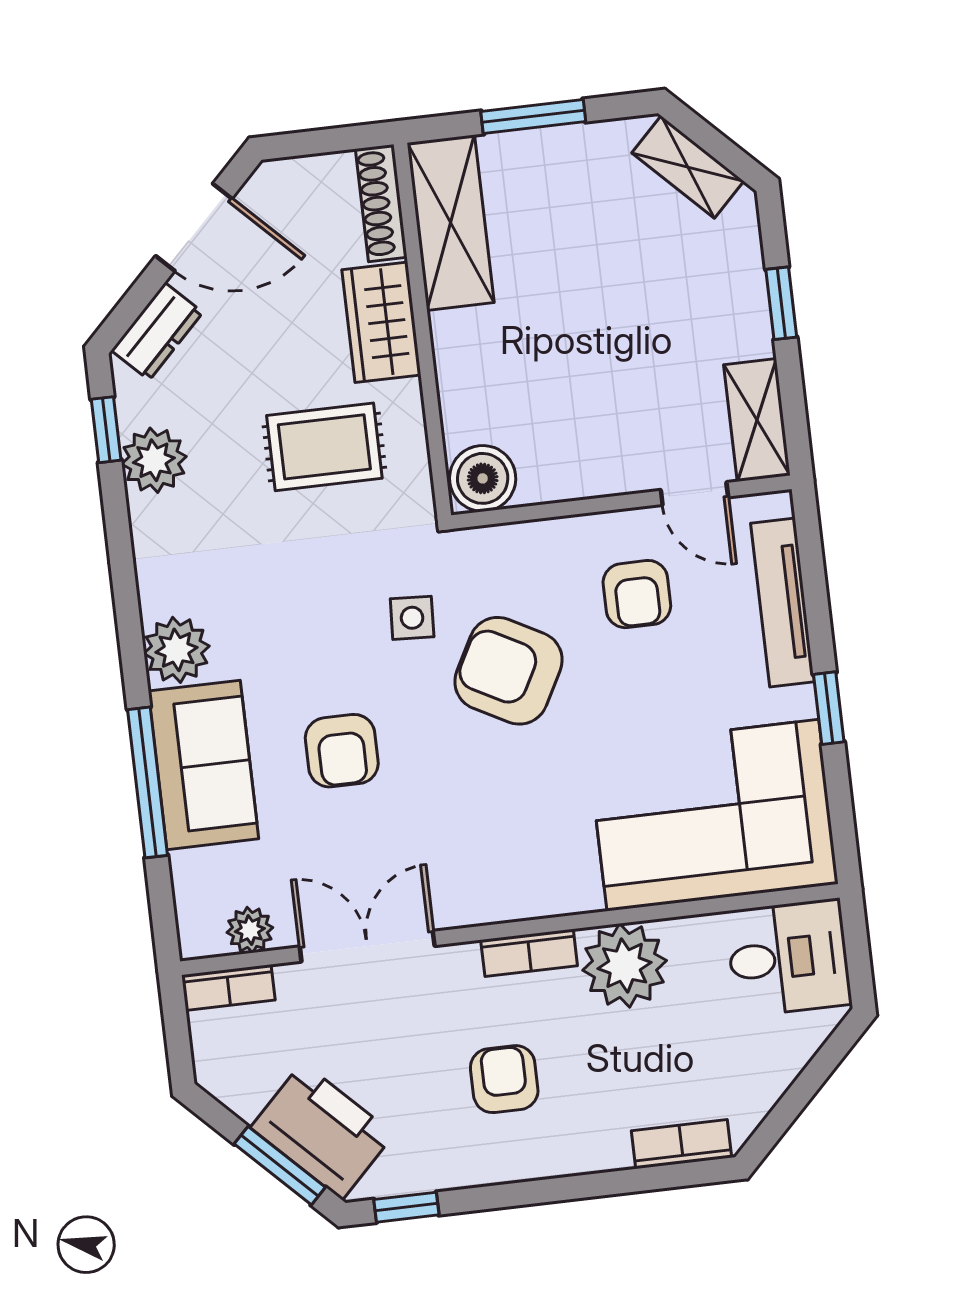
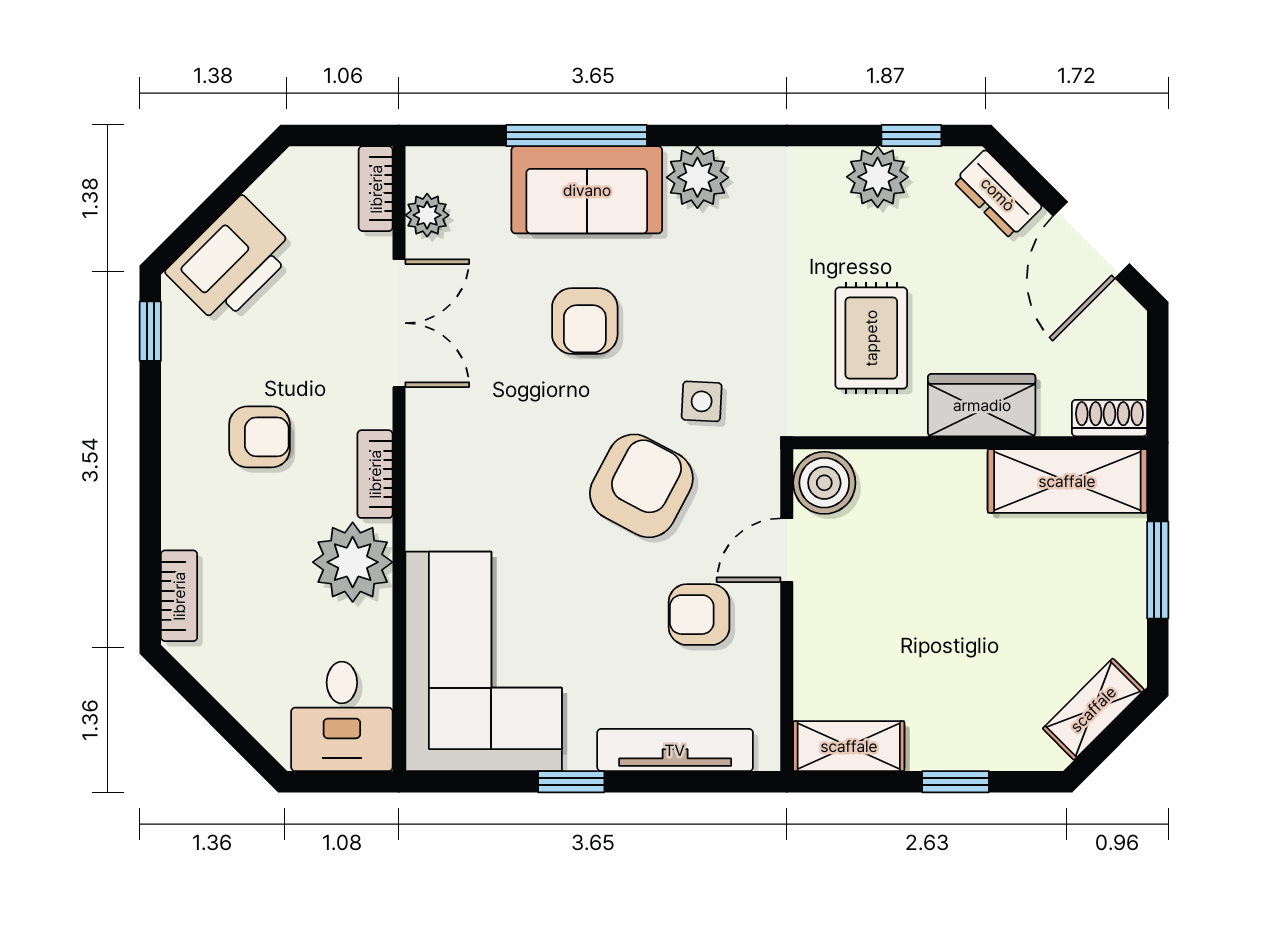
shoe rack: (381, 203) -> (1109, 418), width x0.70
door: (694, 494) -> (787, 550), moved
armchair: (342, 751) -> (585, 321), turned -90
window: (280, 1166) -> (203, 217), removed

